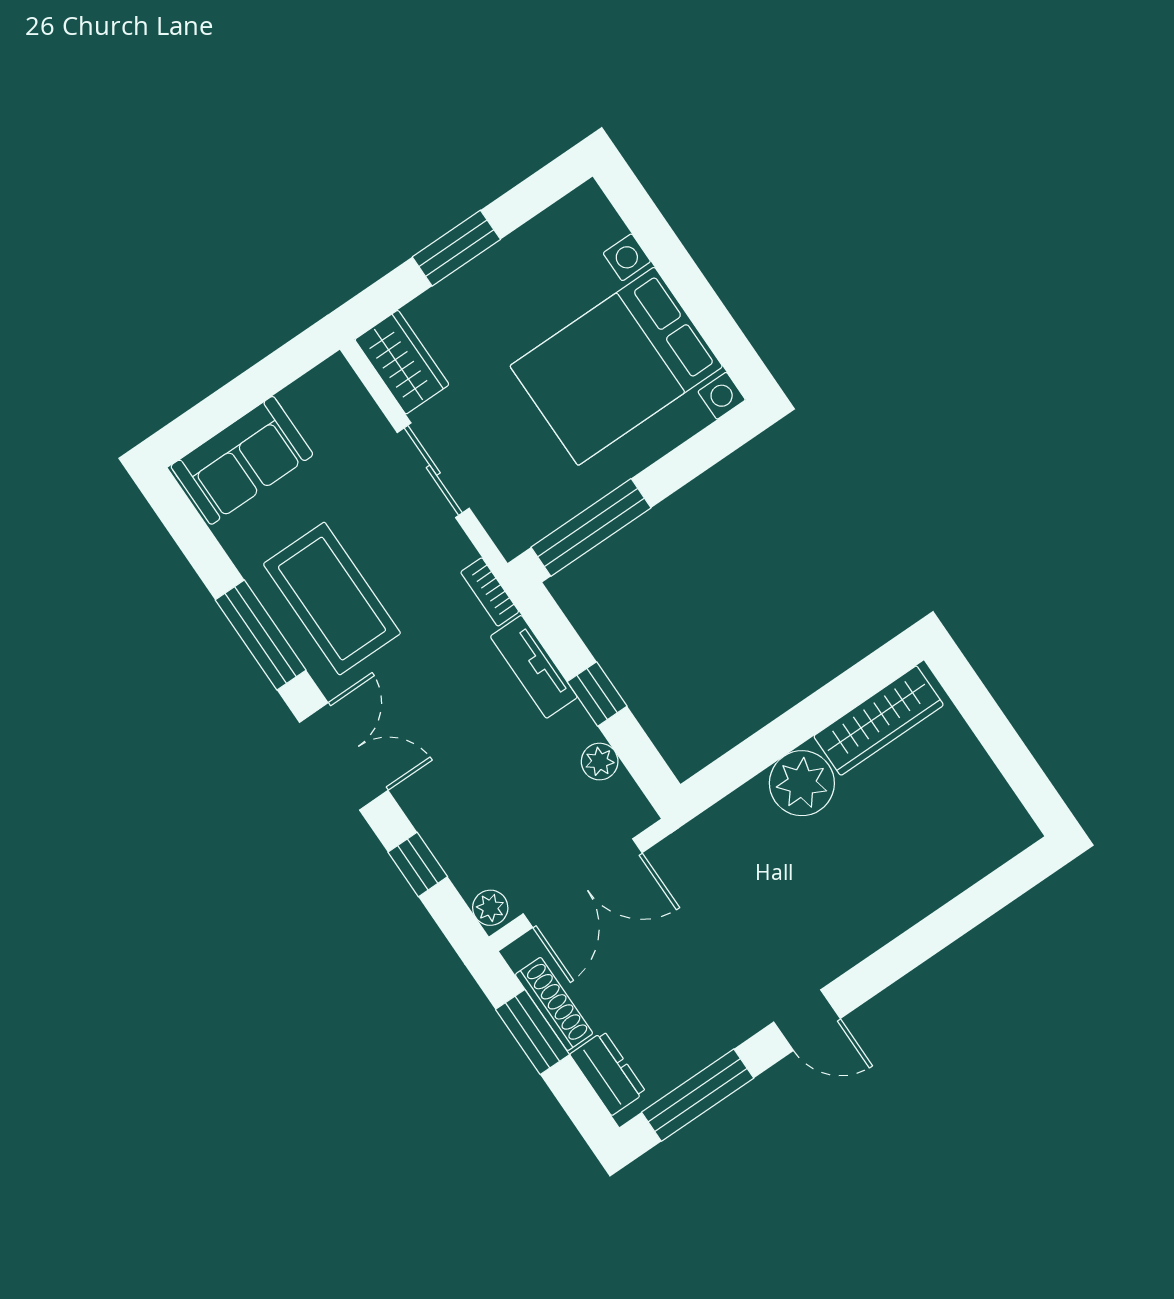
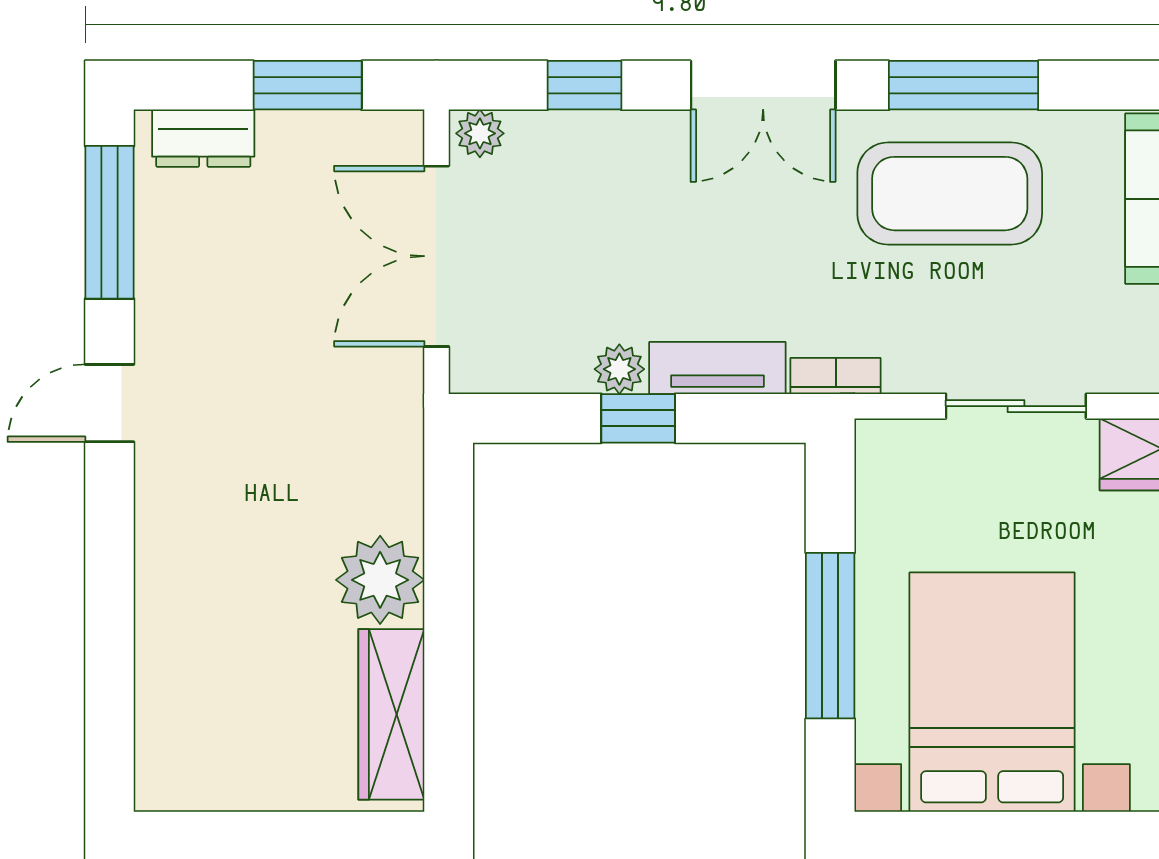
window: (591, 527) -> (830, 636), moved
plant: (600, 762) -> (619, 369), moved
shoe rack: (554, 1004) -> (323, 131), removed

